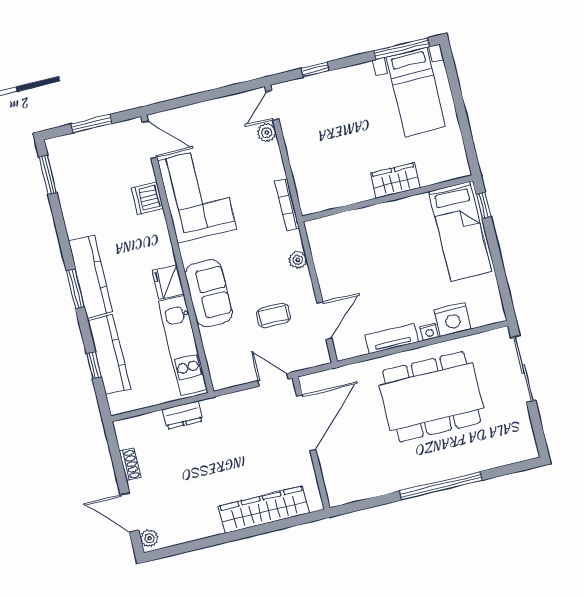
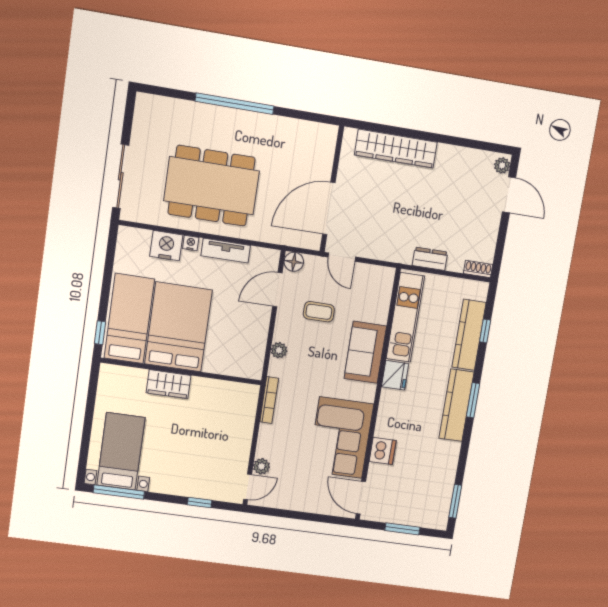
bed: (408, 243) -> (178, 327), added
floor lamp: (319, 355) -> (294, 262), added
shoe rack: (130, 464) -> (478, 269), moved, turned 90

